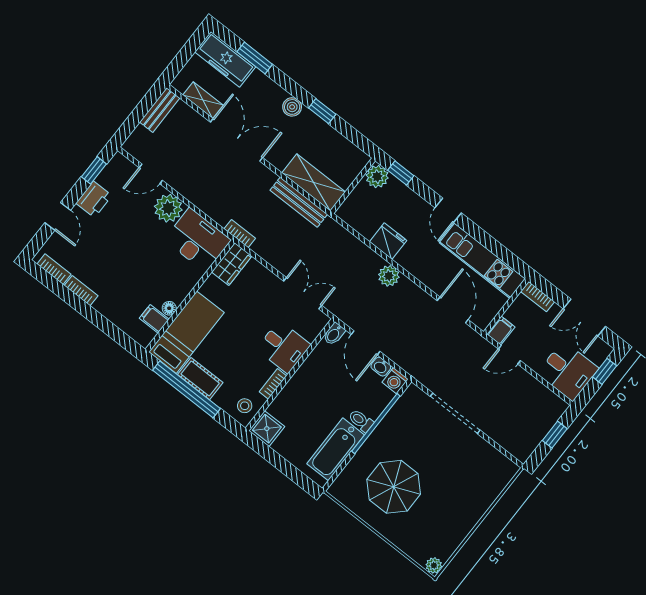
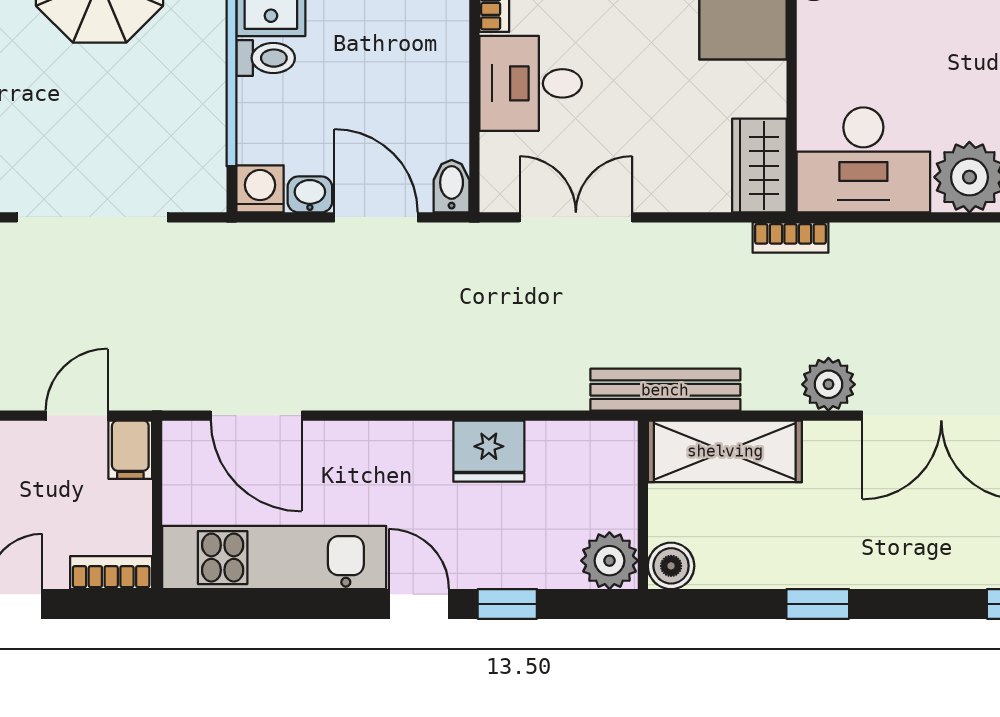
boiler: (292, 107) -> (671, 566), moved
window: (401, 173) -> (507, 604), moved
bench: (299, 202) -> (665, 390), moved
plant: (389, 276) -> (828, 384), moved
double door: (303, 293) -> (576, 217), swing flipped

